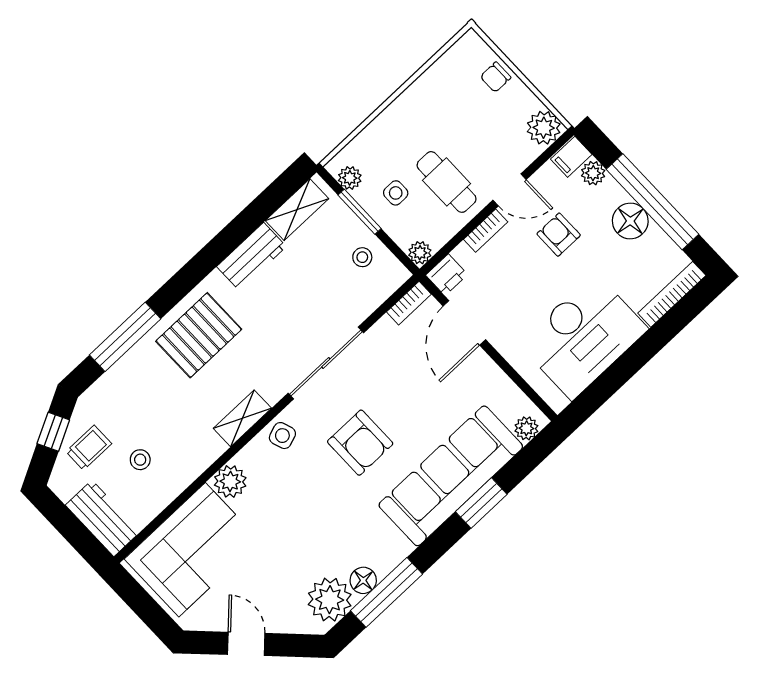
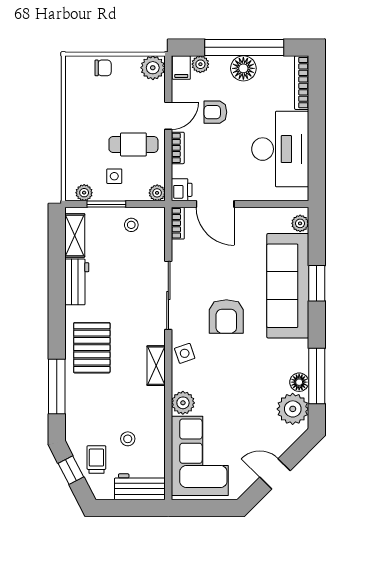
chair: (496, 77) -> (103, 68), turned -90
armchair: (360, 443) -> (226, 316), turned 90

